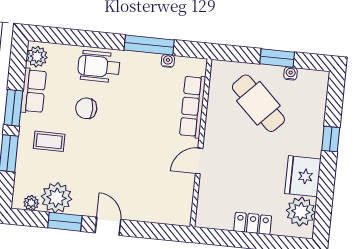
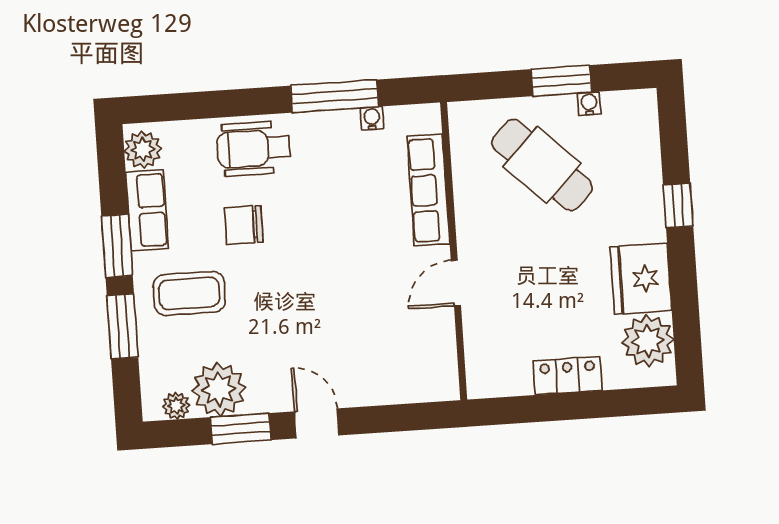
coffee table: (49, 141) -> (189, 293), width x1.36, depth x1.30

